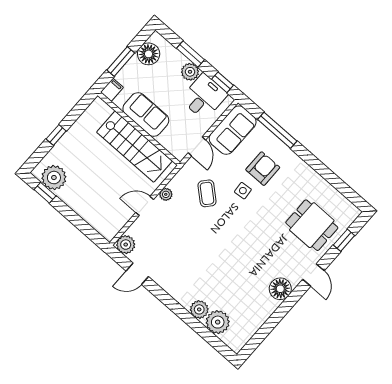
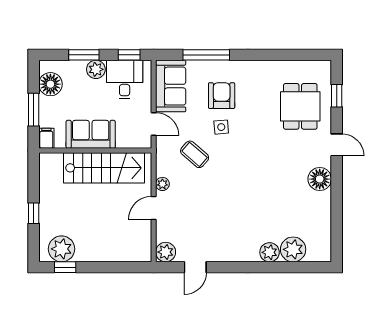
dining table: (312, 225) -> (300, 106), turned 90

